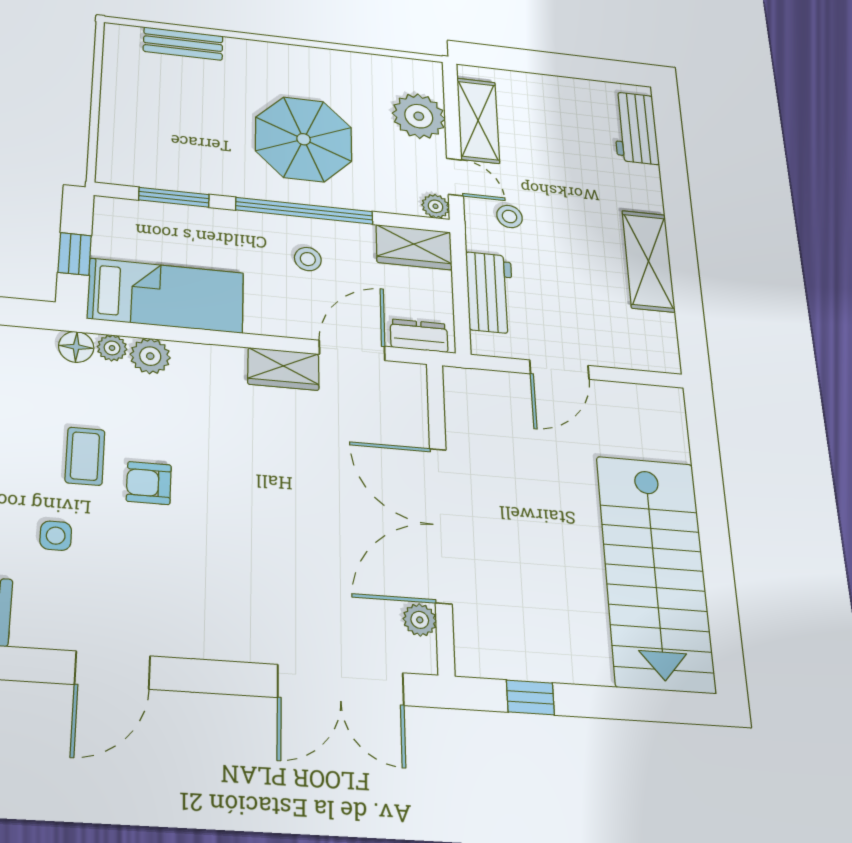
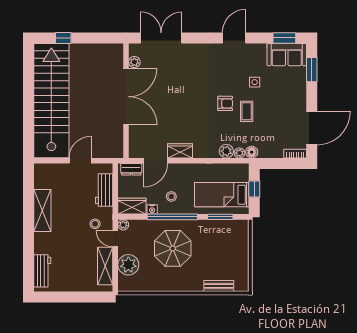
nightstand: (360, 234) -> (152, 209), added
bed: (166, 296) -> (222, 195), moved
stairs: (655, 572) -> (51, 101), width x1.36
window: (530, 697) -> (63, 38), moved

